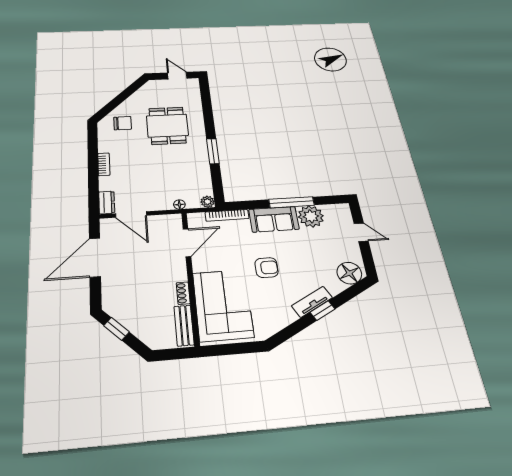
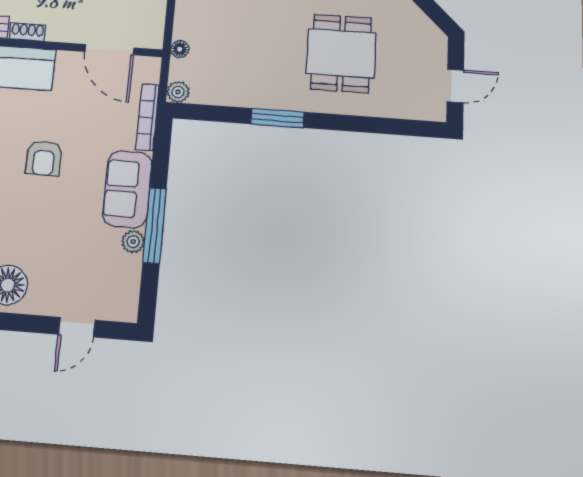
dining table: (167, 126) -> (341, 53), turned 90
plant: (311, 216) -> (133, 242), width x0.53, depth x0.53

